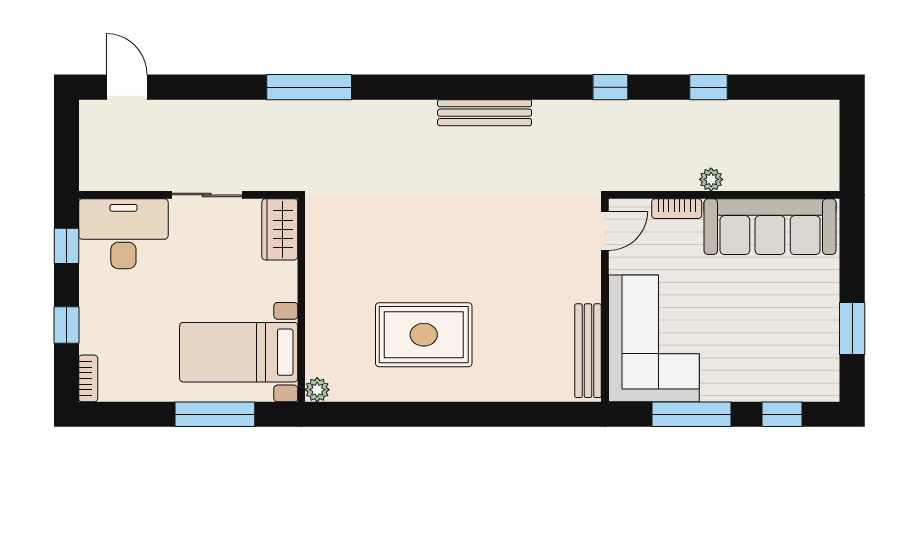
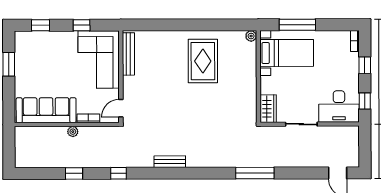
bench: (485, 113) -> (170, 162), width x0.73
rug: (424, 335) -> (203, 61), turned 90
window: (691, 414) -> (82, 25), width x0.46

